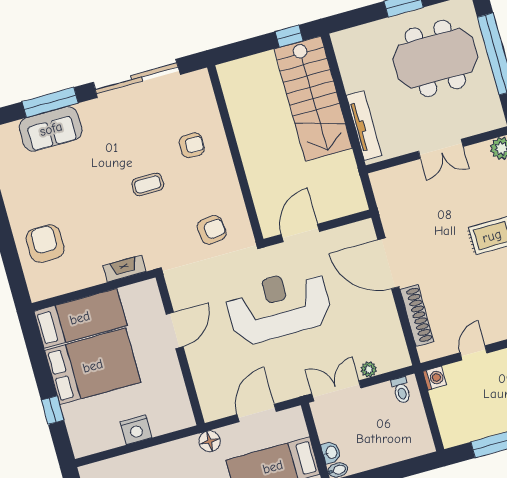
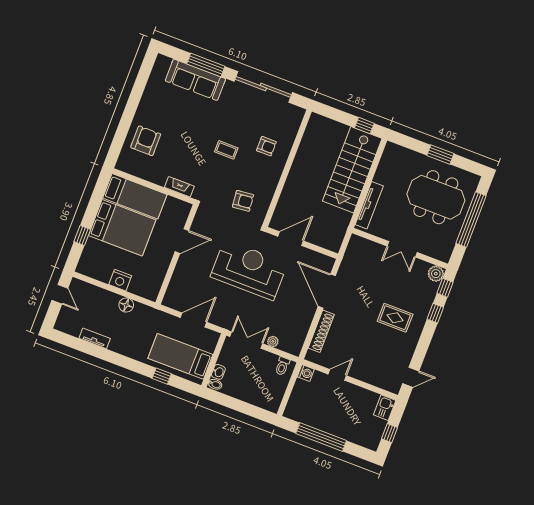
sofa: (51, 129) -> (195, 80), width x1.36
floor lamp: (210, 441) -> (126, 305), moved

